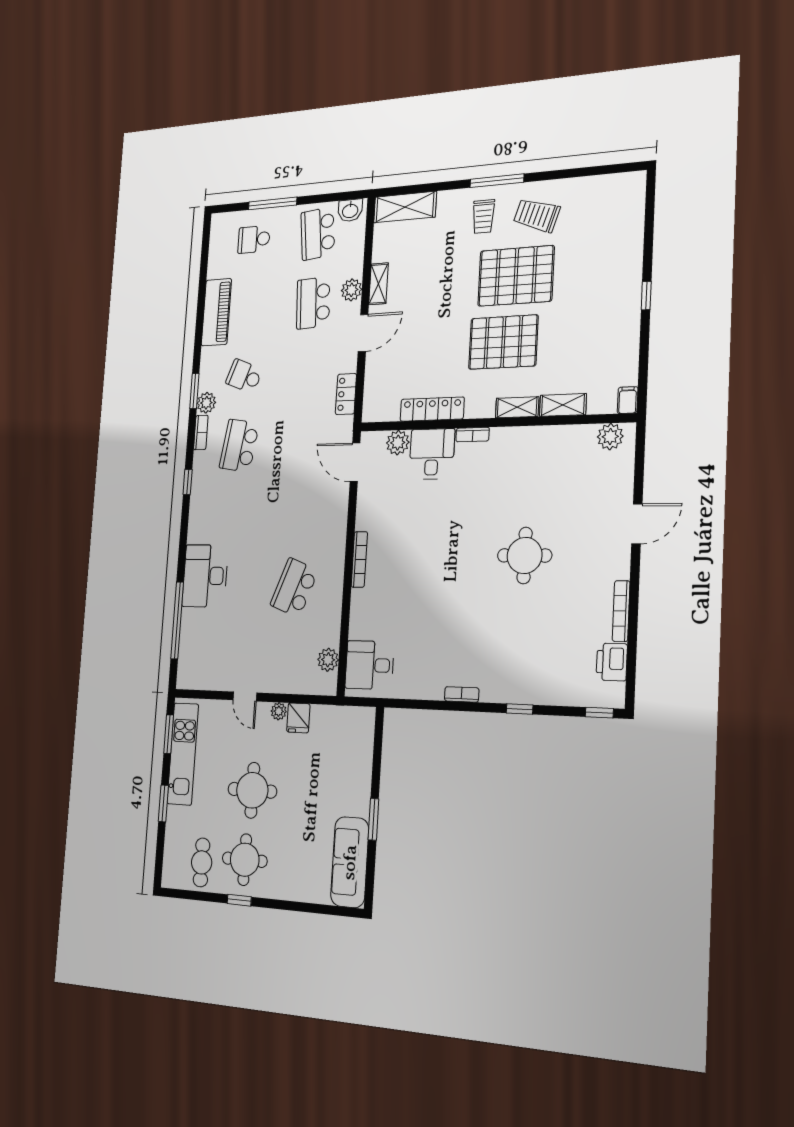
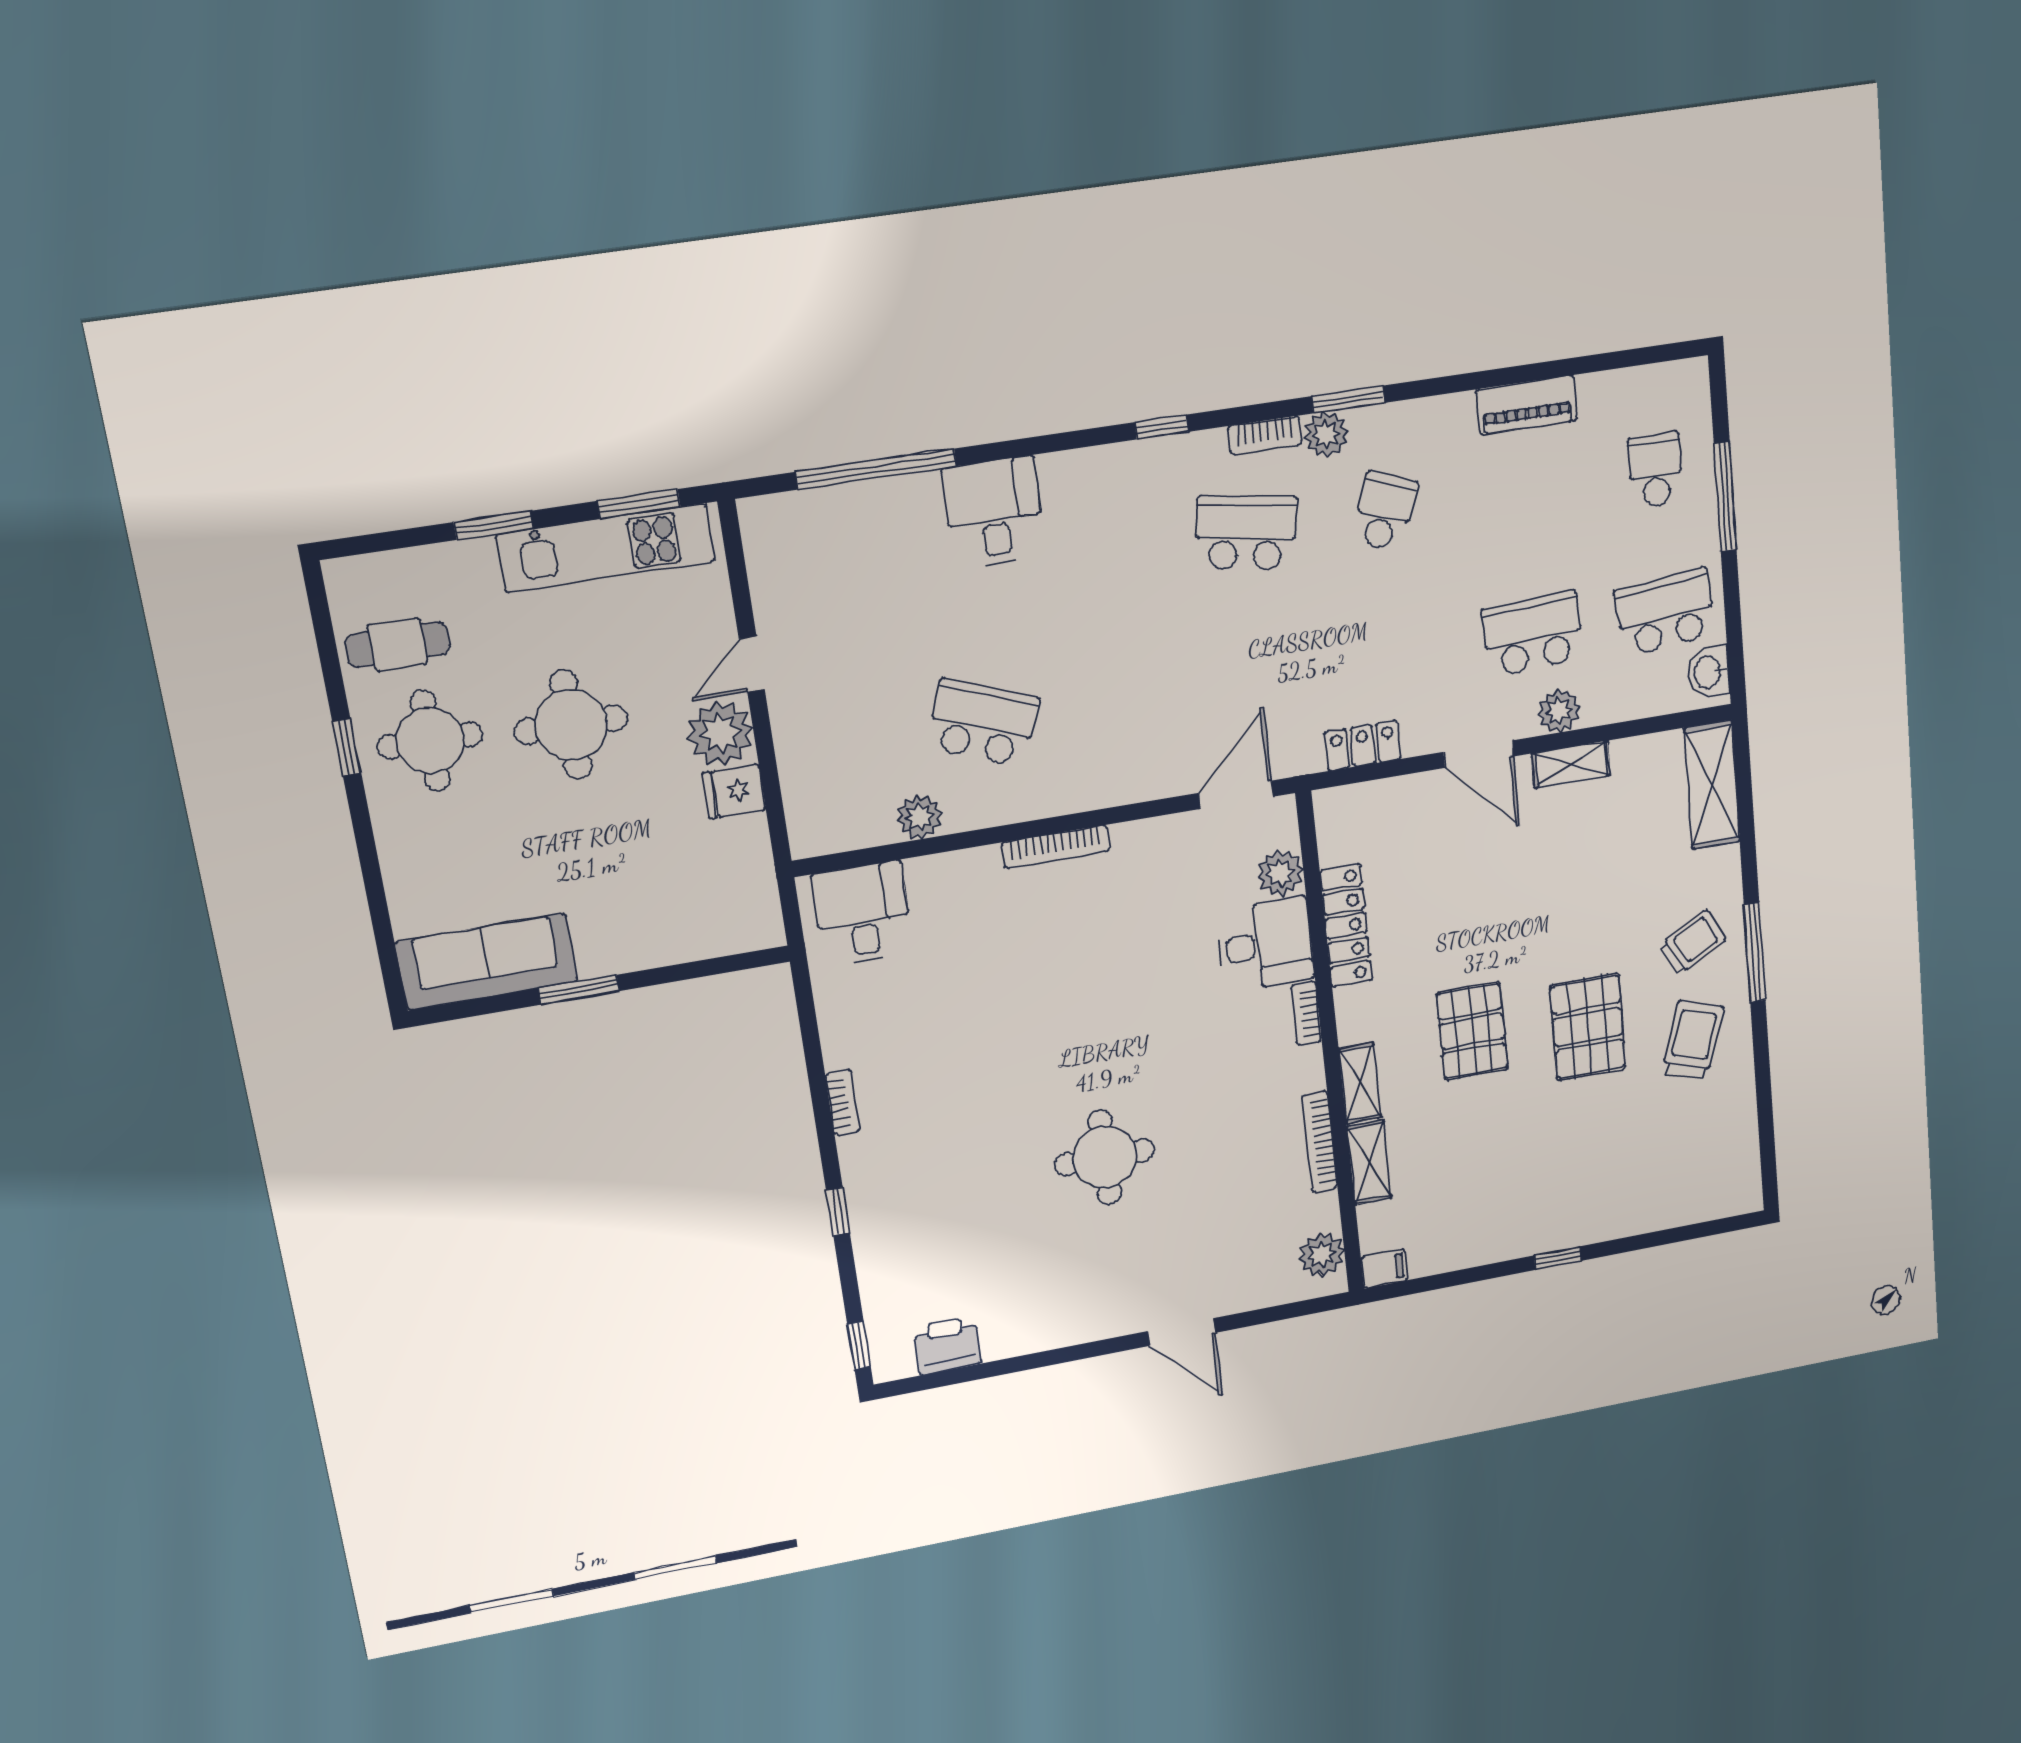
trolley: (483, 216) -> (1692, 942), turned 151
pallet: (516, 276) -> (1588, 1027), width x0.73, depth x0.71
piano: (216, 312) -> (1527, 405), width x0.73, depth x0.75
pallet: (503, 342) -> (1472, 1031), width x0.73, depth x0.71
desk: (205, 576) -> (994, 512), width x0.73
bookcase: (621, 611) -> (1319, 1142), moved, turned -90
plant: (328, 660) -> (920, 817), moved
plant: (279, 711) -> (720, 733), width x1.88, depth x1.88

